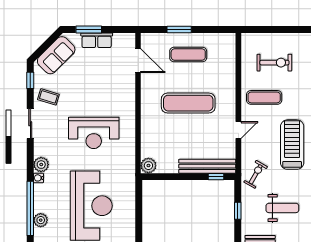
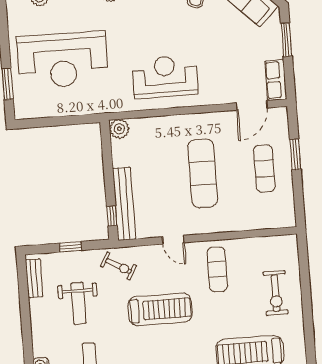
row of seats: (97, 40) -> (276, 80), moved
exercise bike: (274, 63) -> (276, 293), moved
reception desk: (94, 133) -> (165, 77), moved, turned 90

